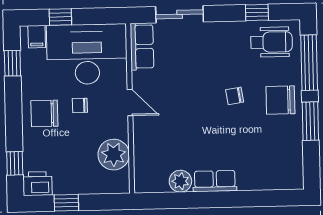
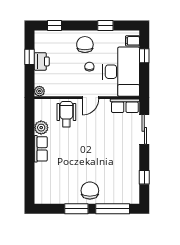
wheelchair: (271, 42) -> (66, 114), moved, turned 180
window: (12, 63) -> (105, 25), moved
chair: (235, 96) -> (93, 162), removed
plant: (114, 155) -> (39, 91), moved, width x0.53, depth x0.53
printer: (37, 184) -> (42, 61), moved

